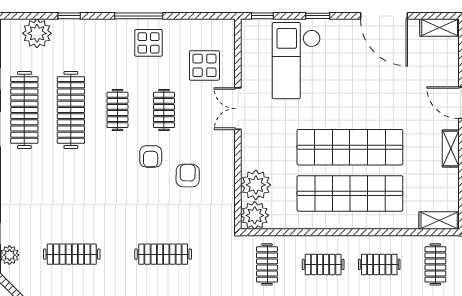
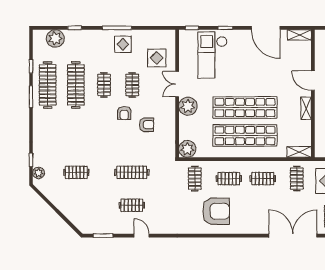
armchair: (188, 176) -> (147, 125), turned 89
plant: (256, 185) -> (188, 106), moved
clothes rail: (72, 254) -> (76, 172), width x0.73

